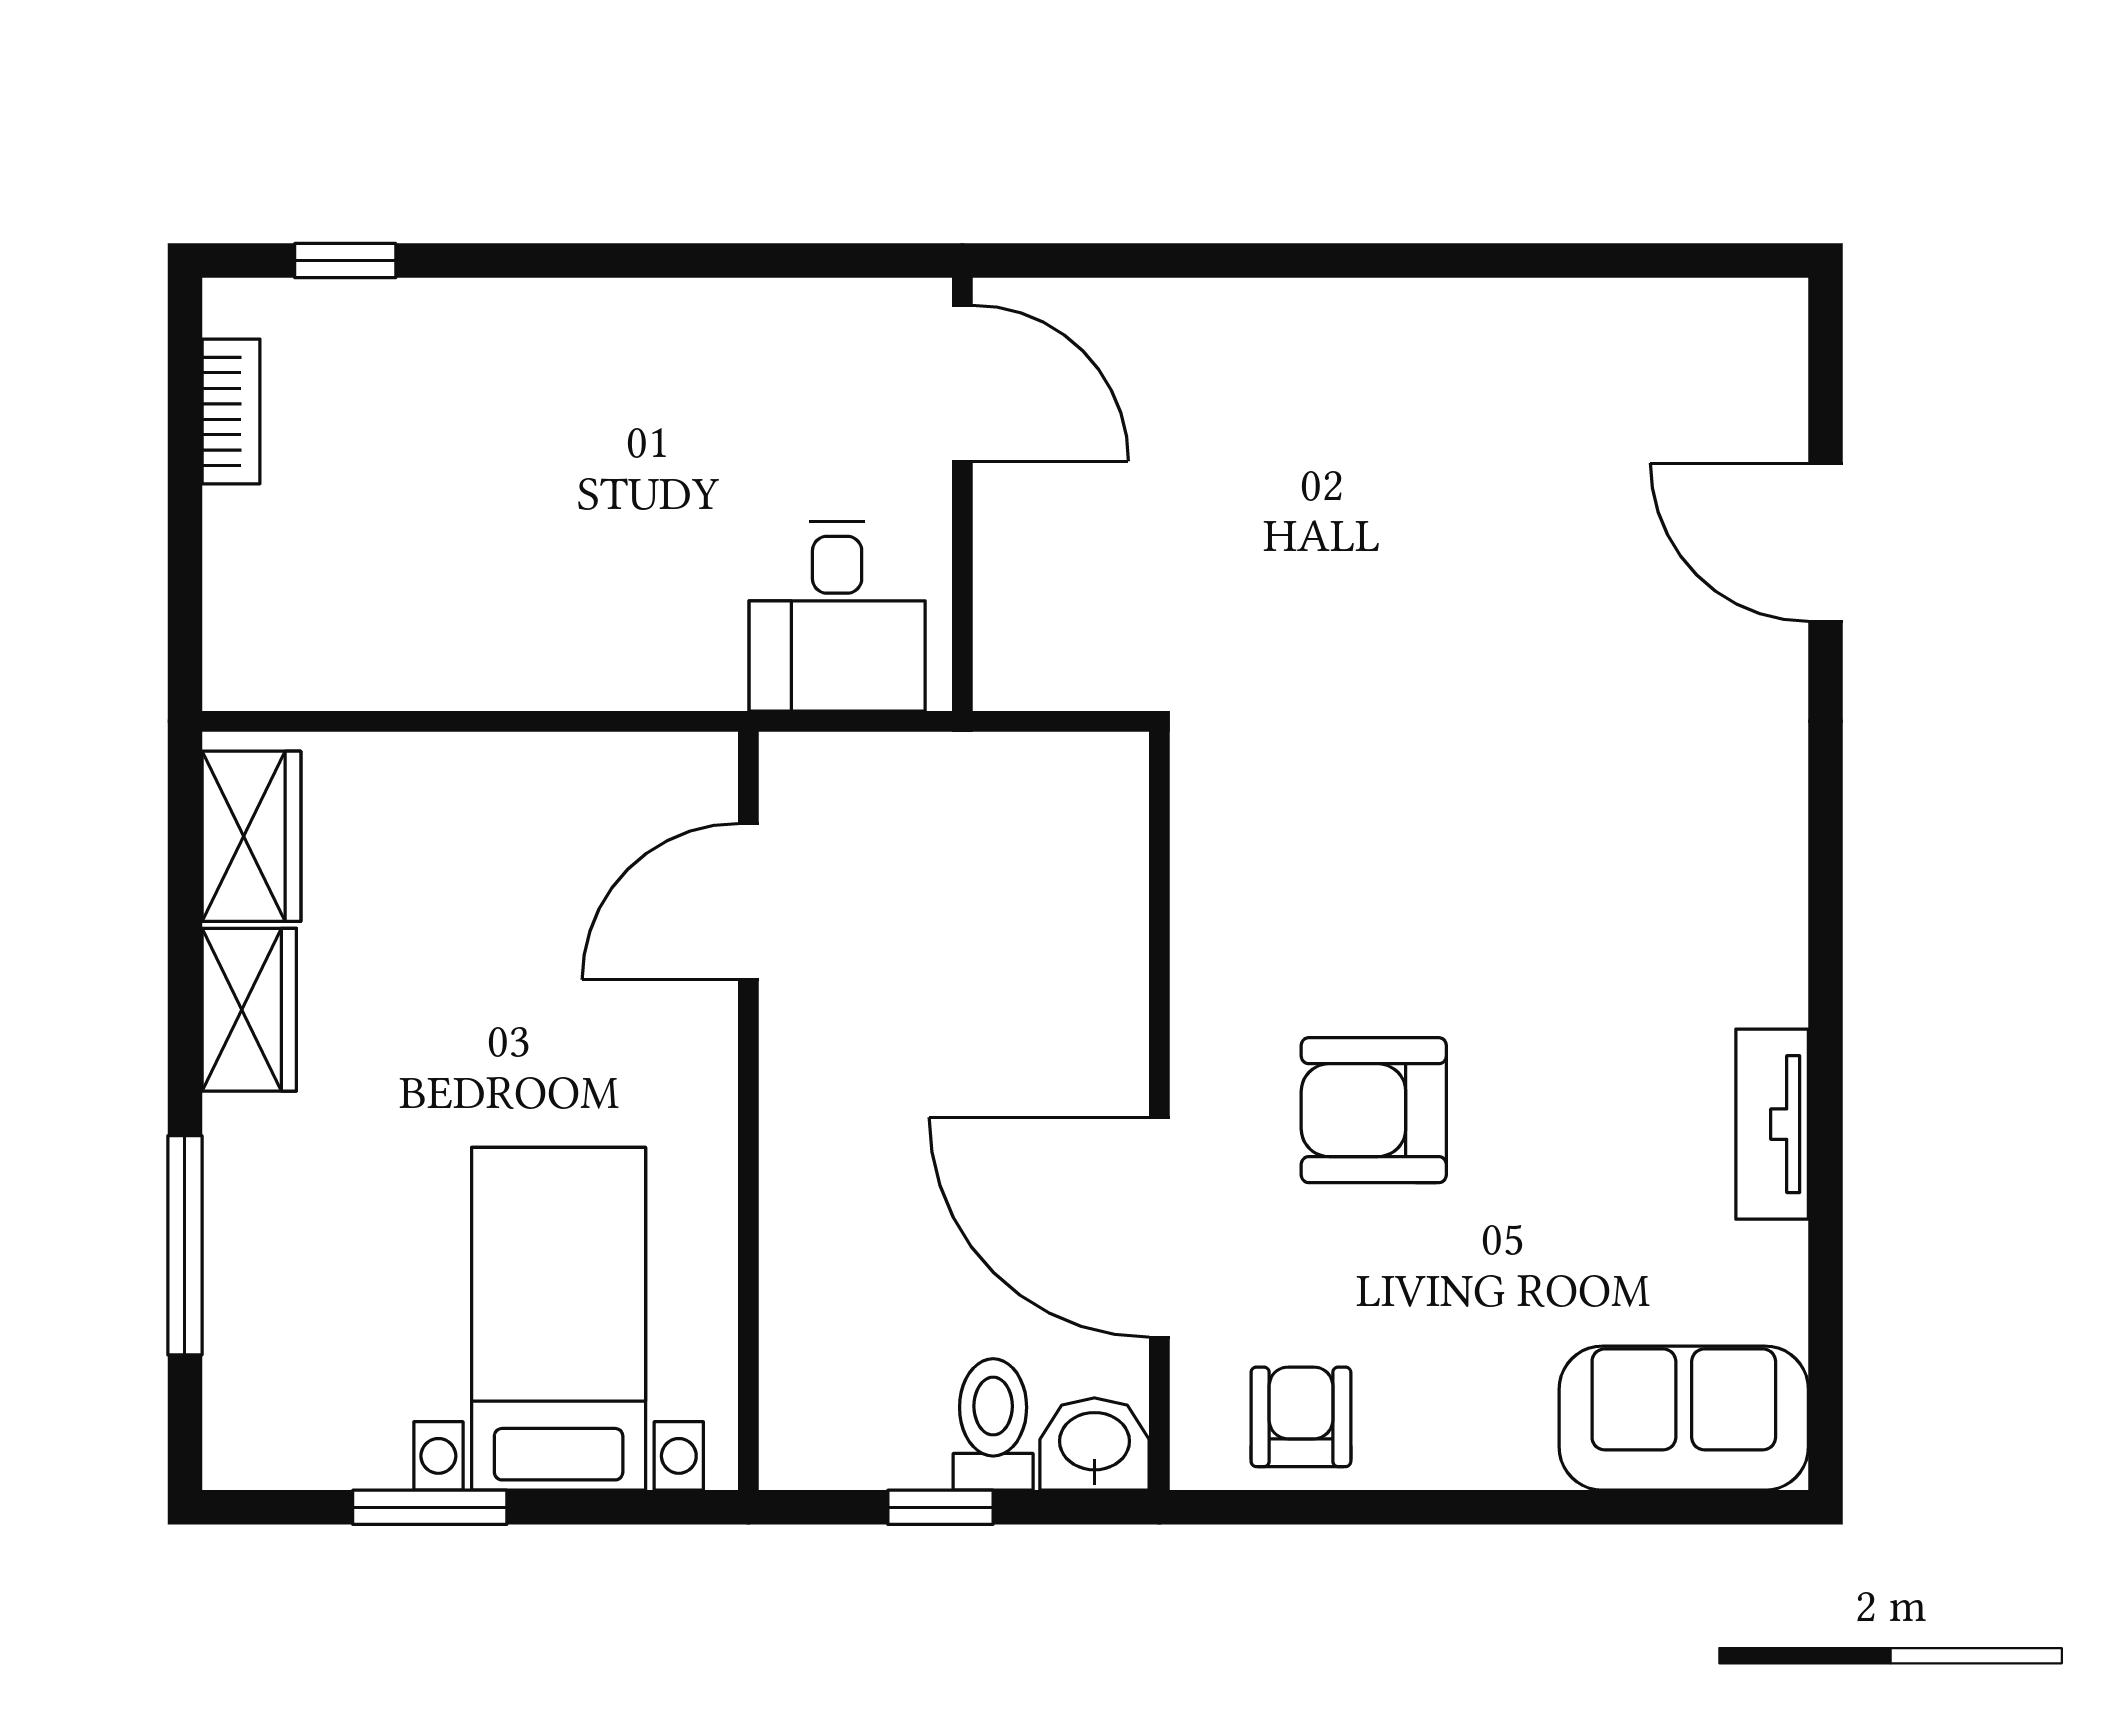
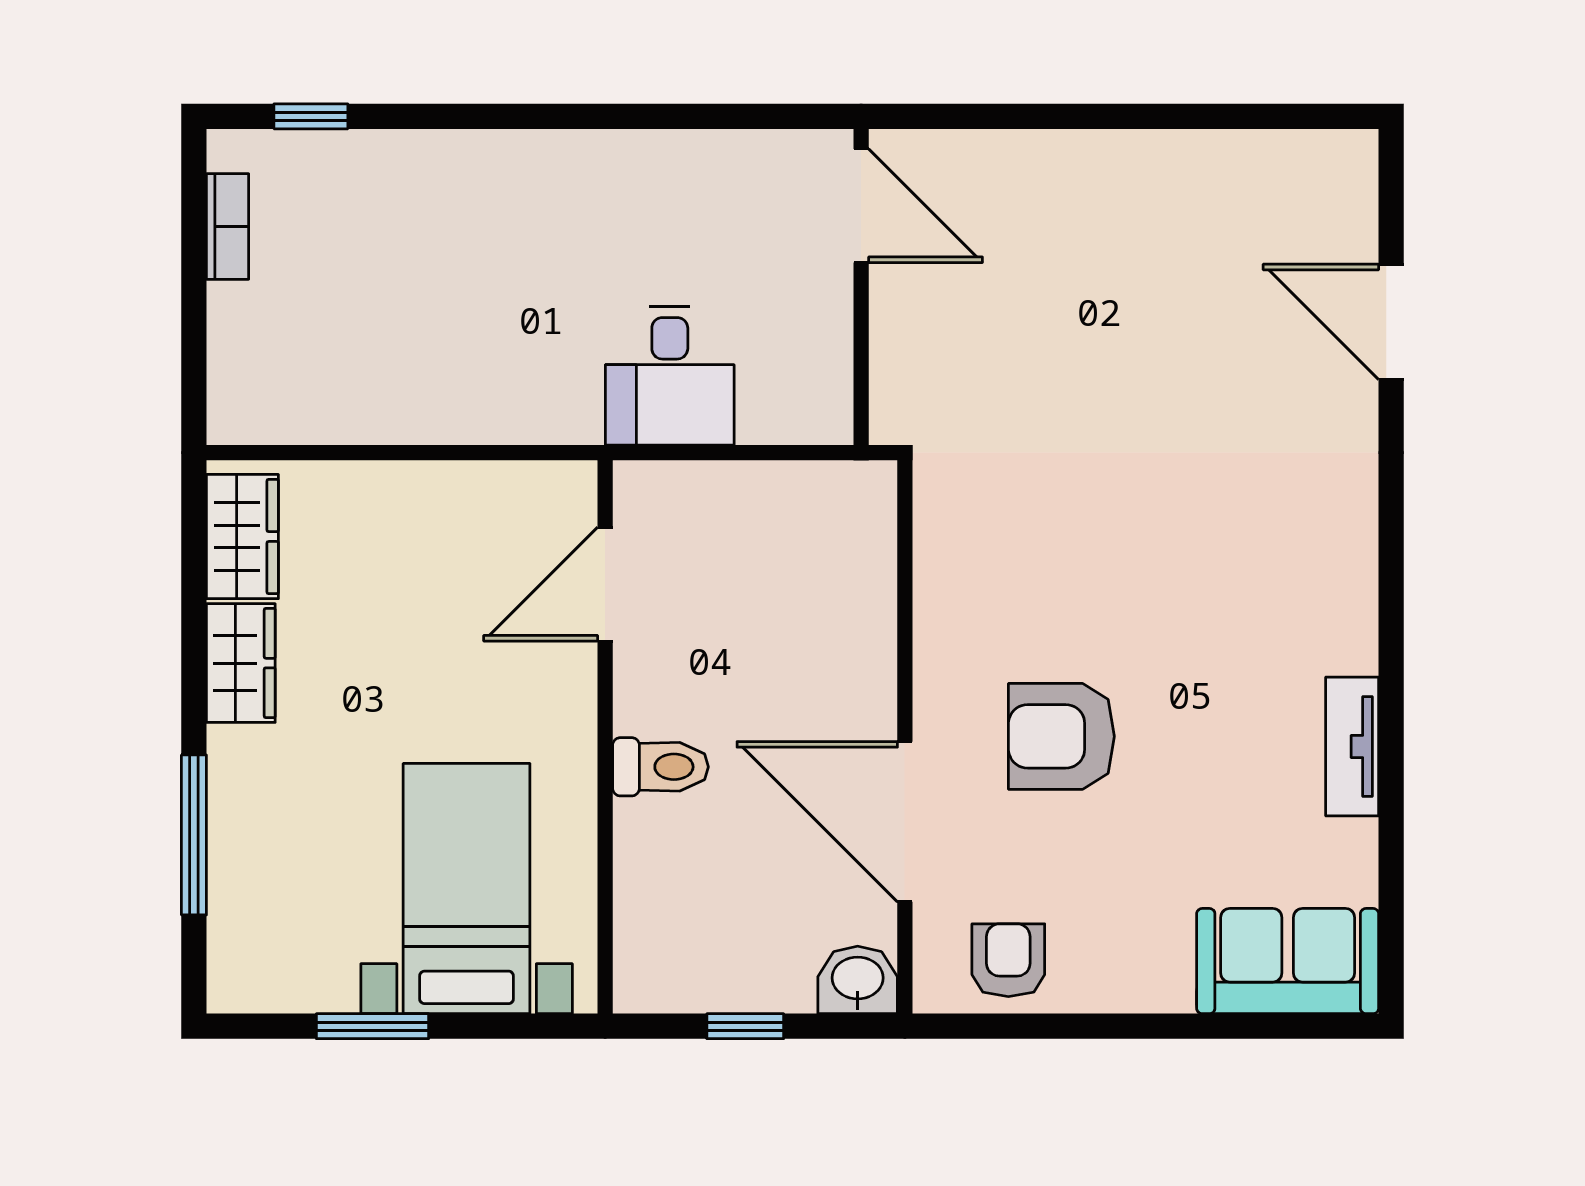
door: (962, 383) -> (861, 206), moved
wall: (962, 494) -> (861, 287), moved
toilet: (993, 1424) -> (661, 767), moved, turned 90

